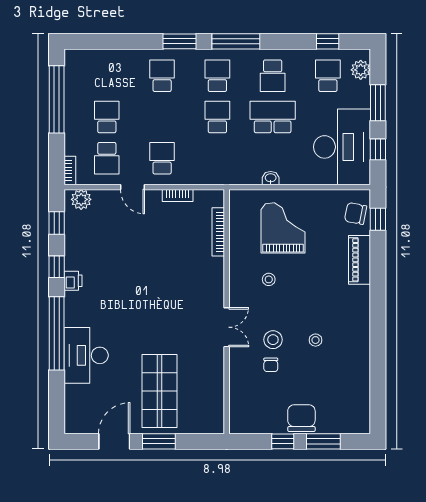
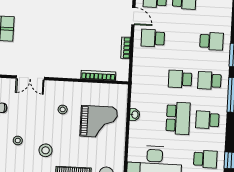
school desk: (217, 76) -> (209, 81), turned 180
school desk: (217, 117) -> (180, 79), turned 180
school desk: (162, 158) -> (153, 38), turned 180
door: (132, 187) -> (133, 16), swing flipped
stool: (273, 340) -> (46, 150), moved

